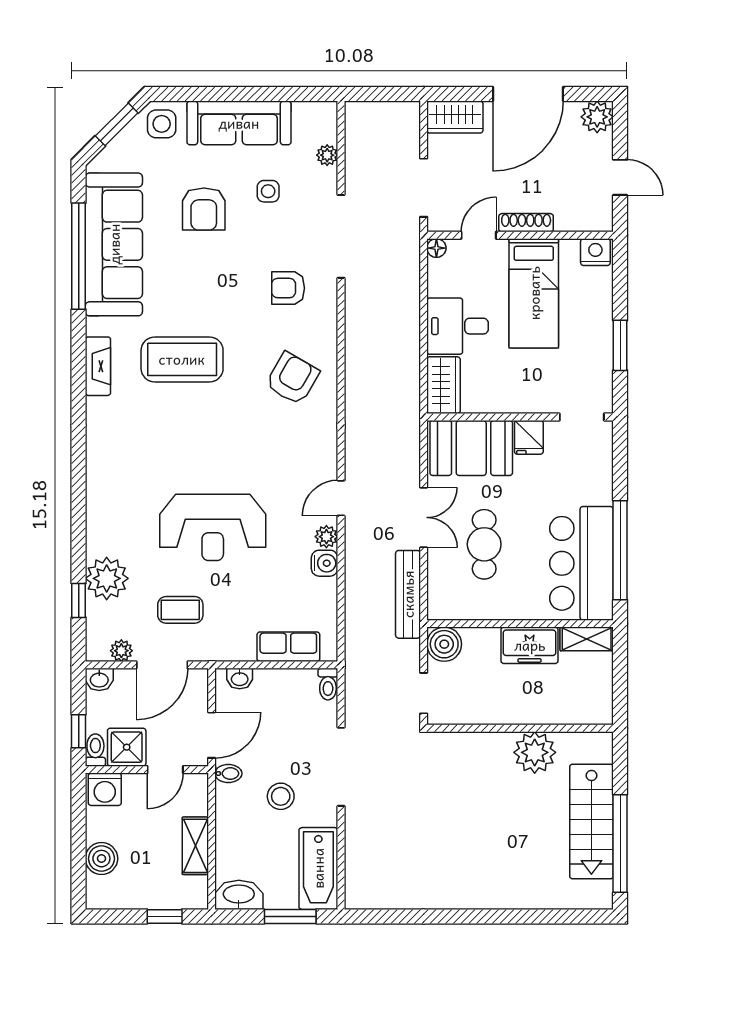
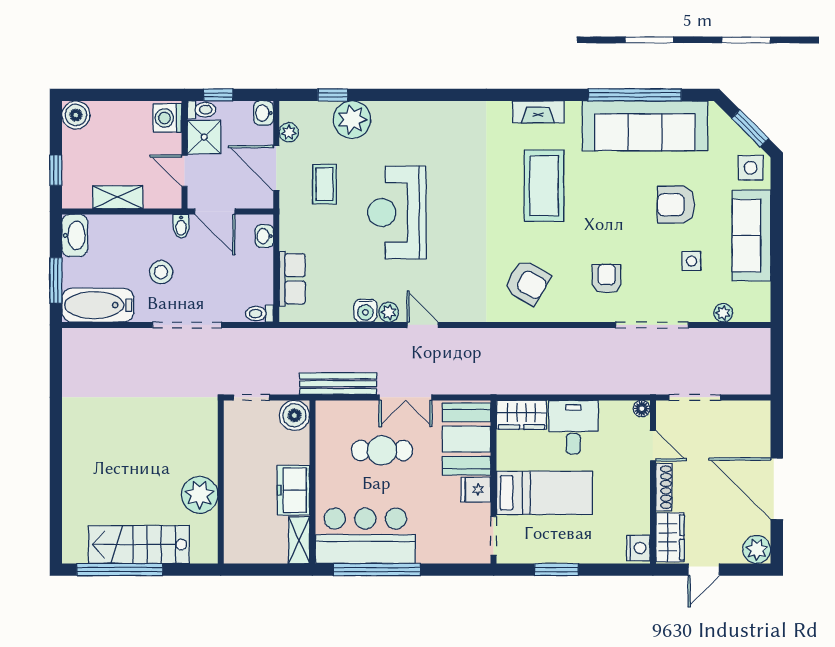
wardrobe: (455, 117) -> (670, 537), moved, turned 180
bed: (534, 293) -> (544, 493), moved, turned 180
boiler: (101, 859) -> (76, 115), moved

